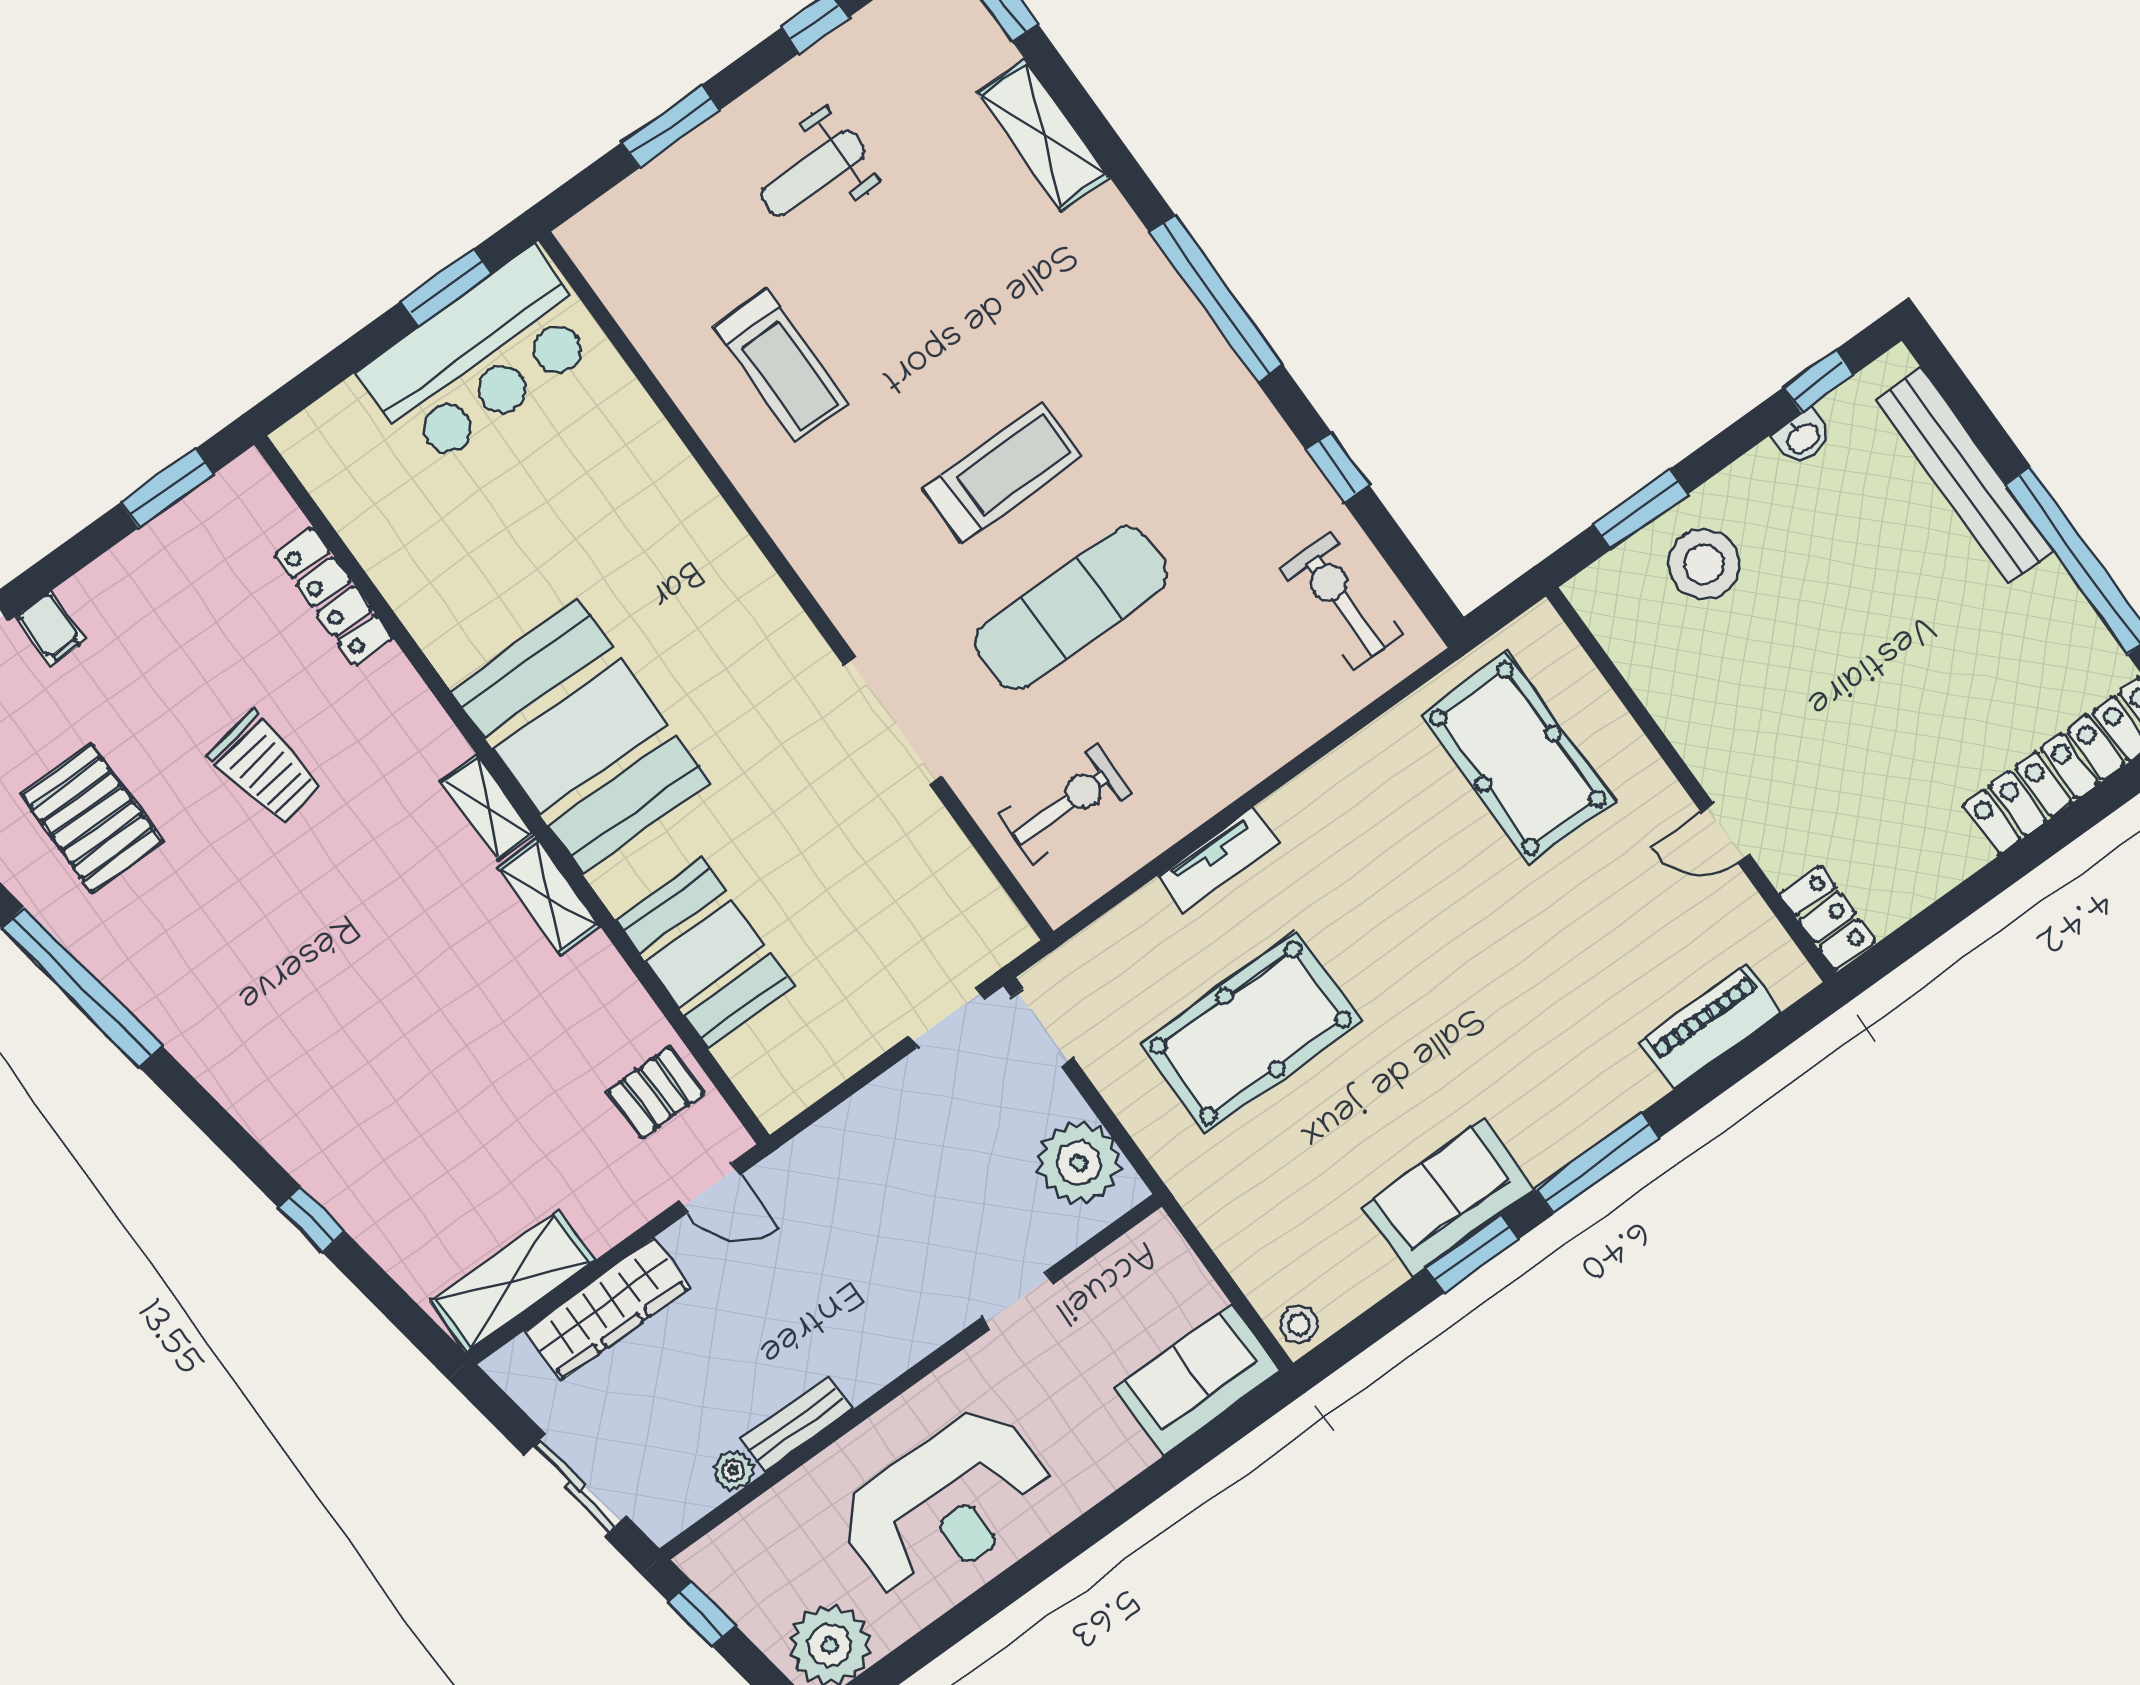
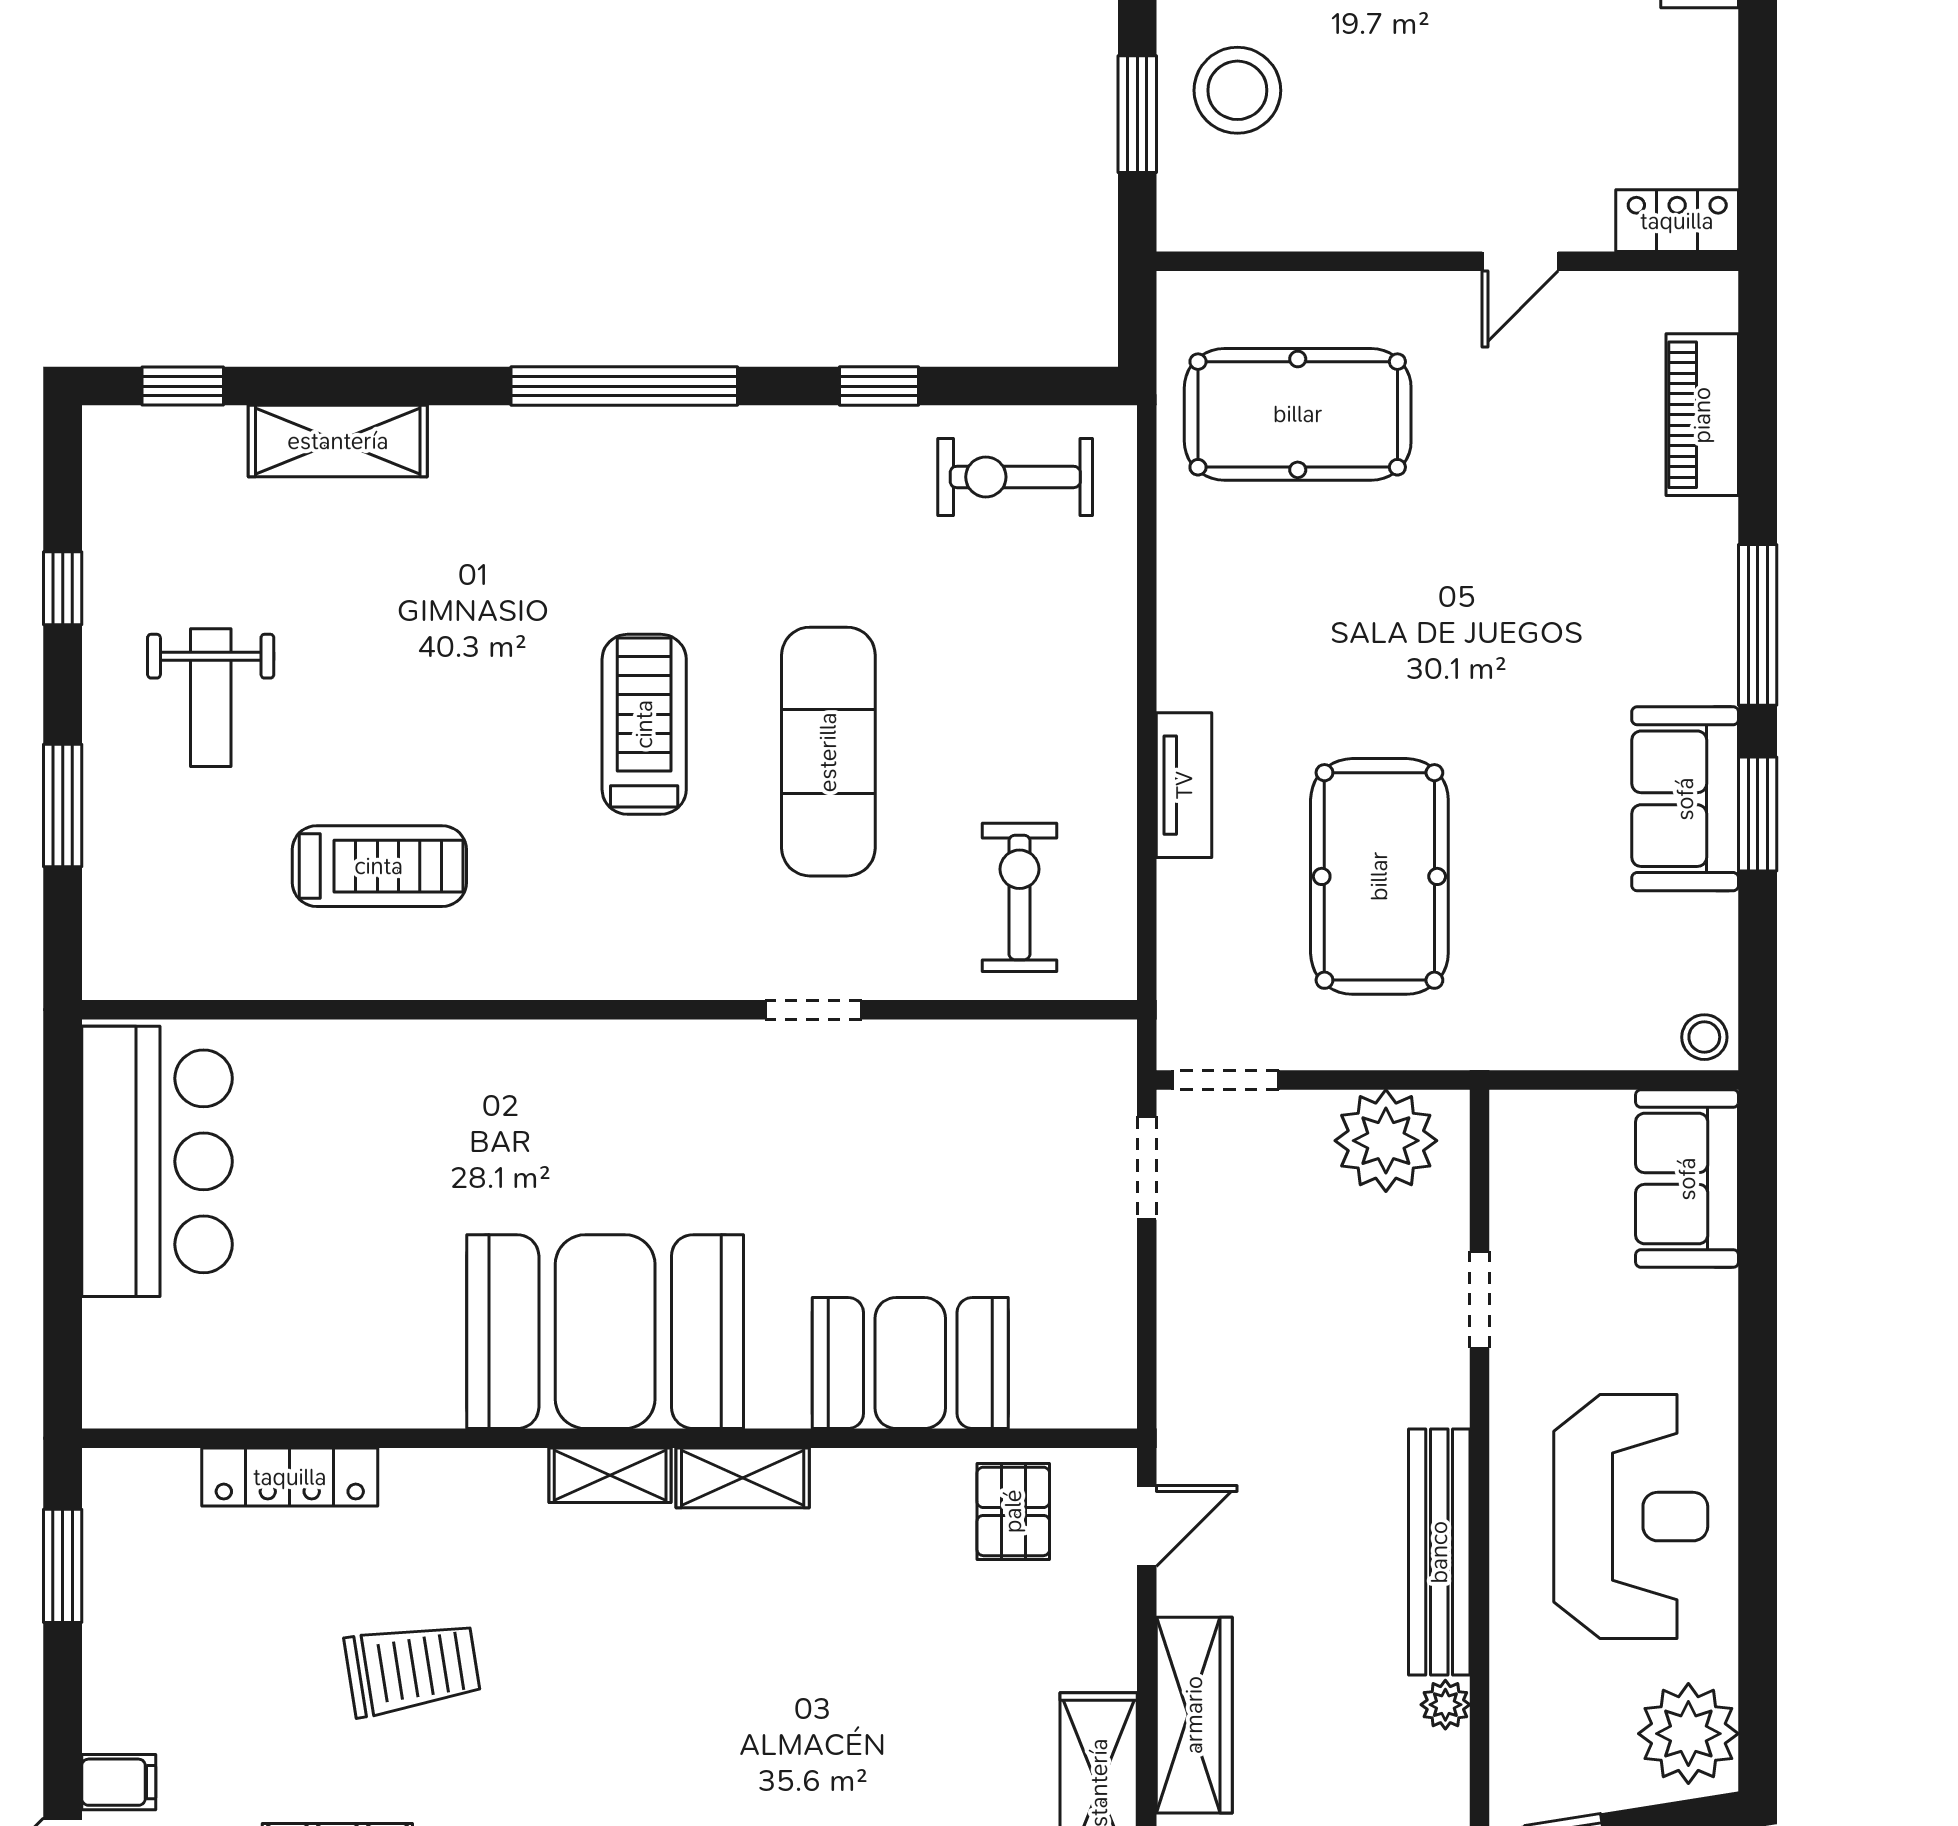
window: (446, 287) -> (63, 1144), removed
doorway: (893, 721) -> (813, 1010), width x0.53
bench: (796, 1425) -> (1439, 1552), width x1.86, depth x1.21

